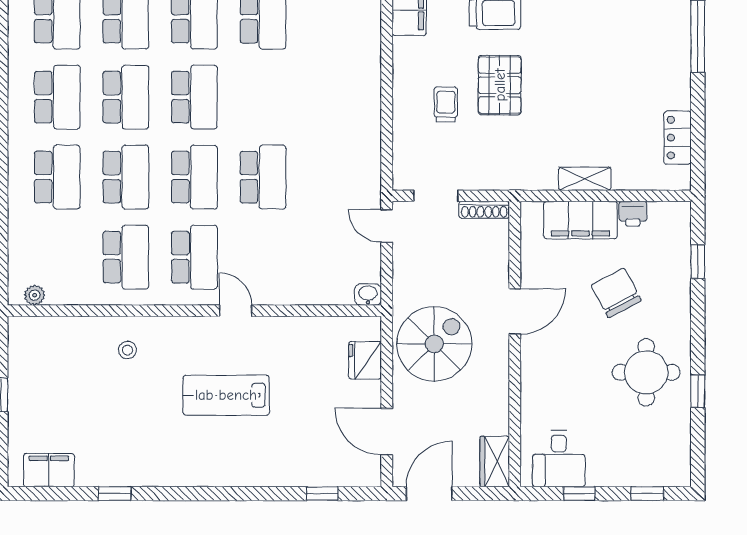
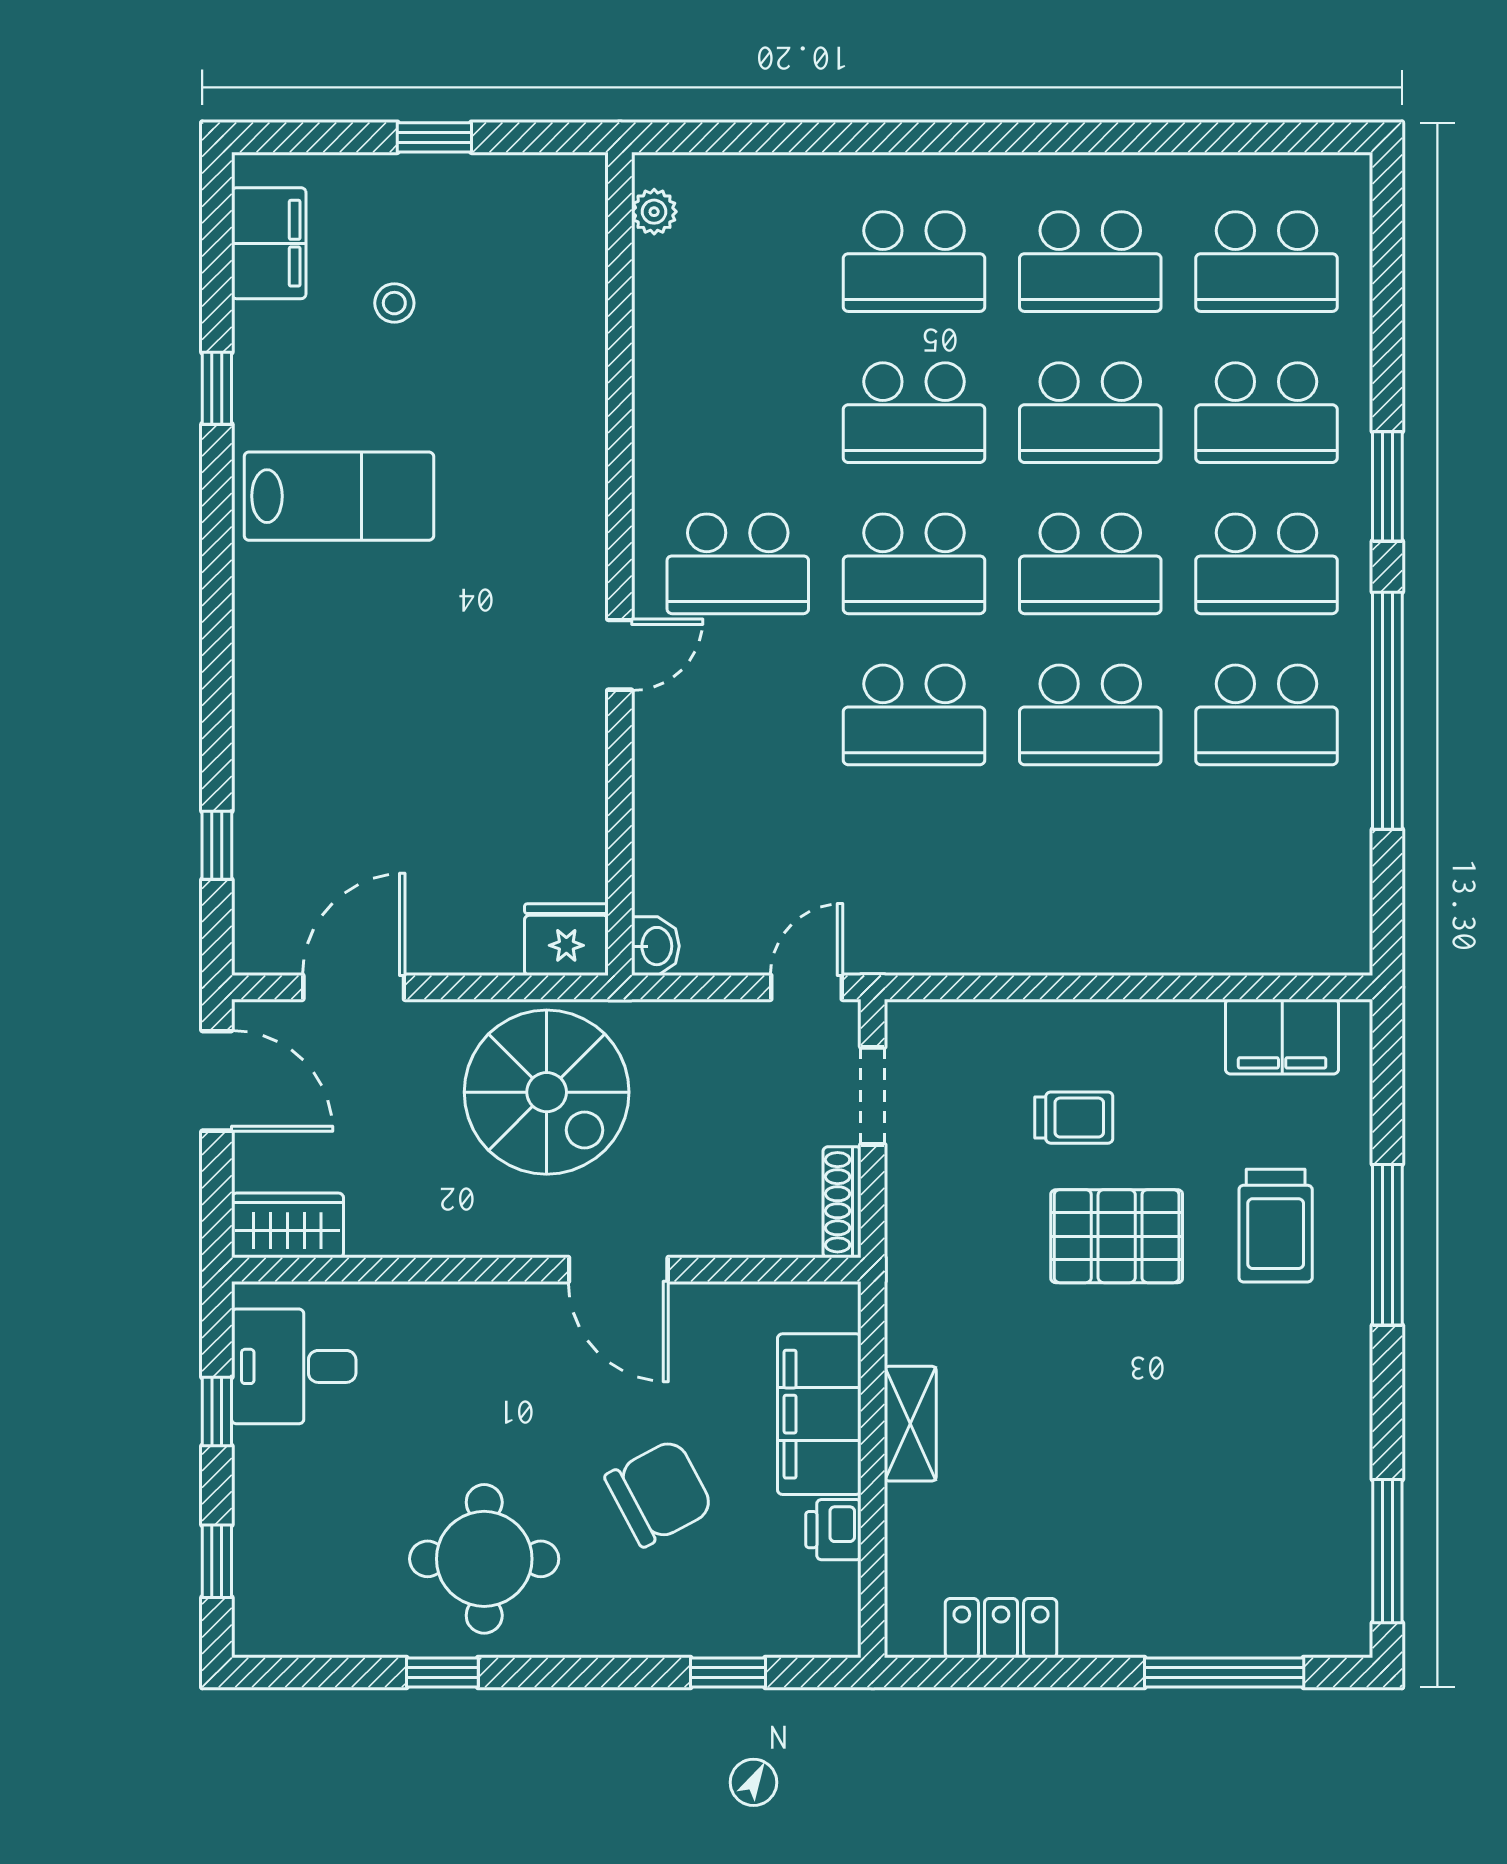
school desk: (126, 257) -> (1090, 715), moved
stool: (127, 350) -> (394, 303), moved
fridge: (365, 360) -> (566, 940), moved
lab bench: (226, 395) -> (339, 496), moved, turned 90

